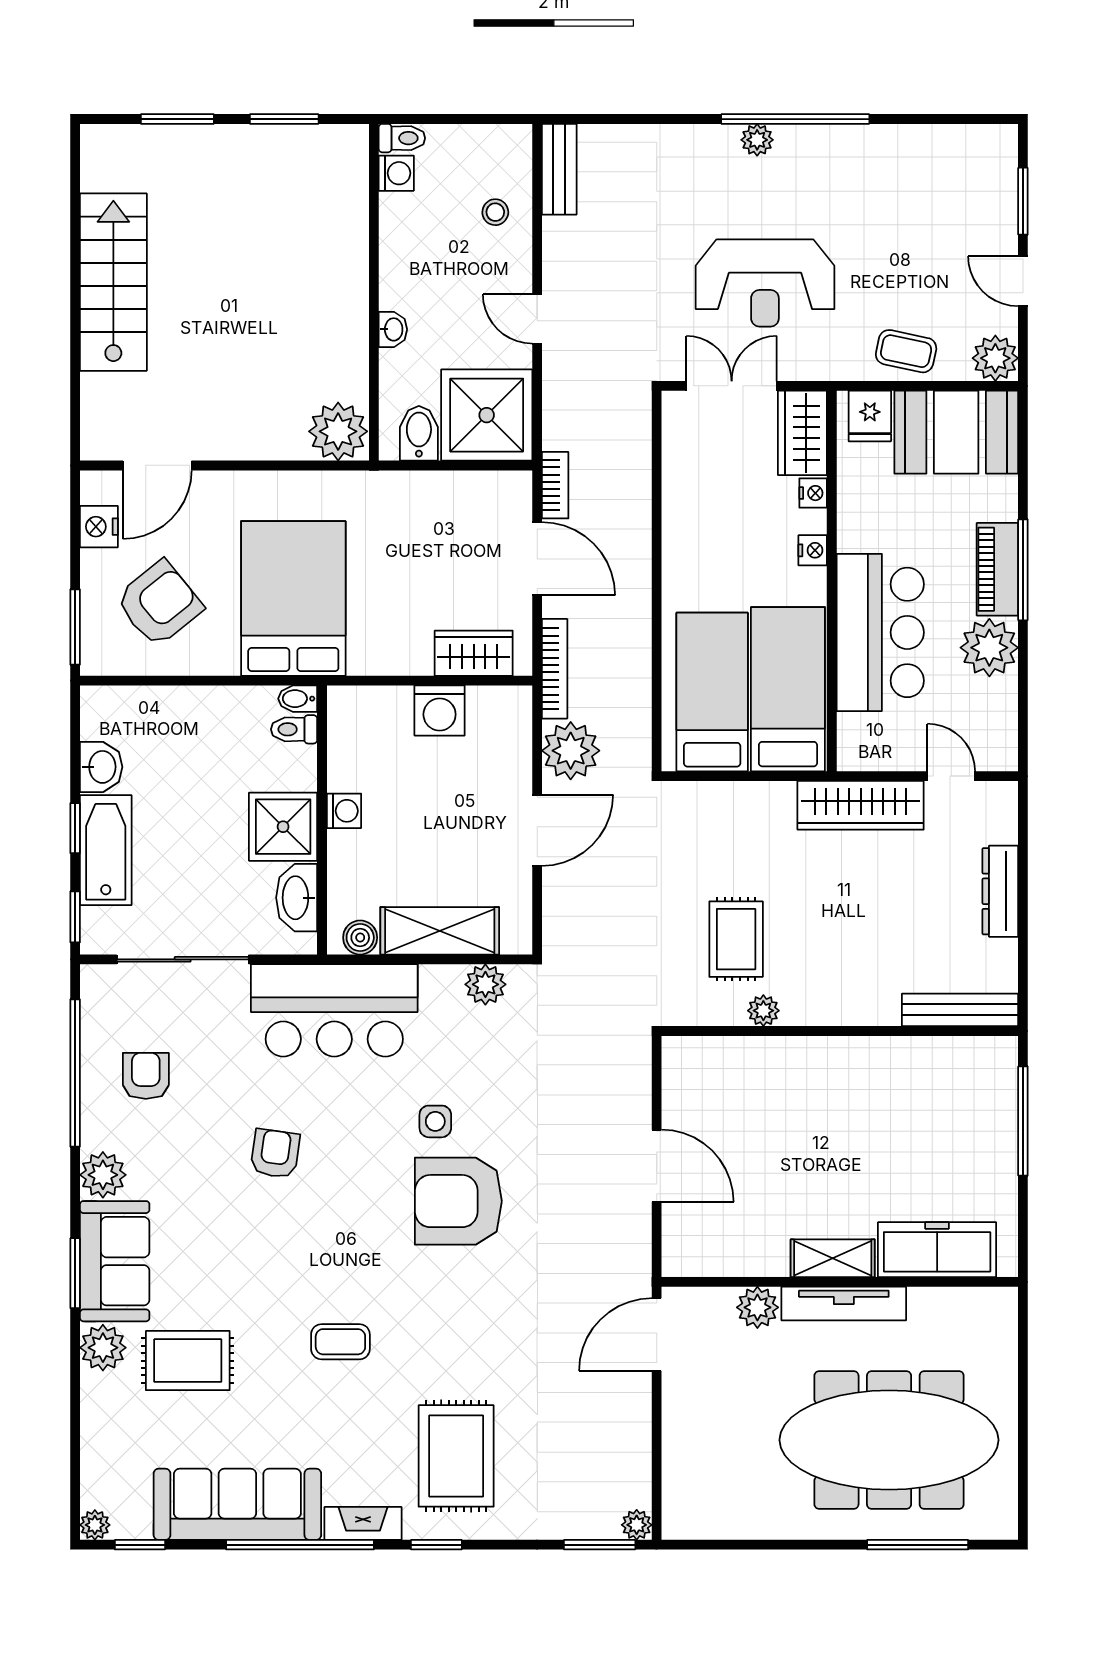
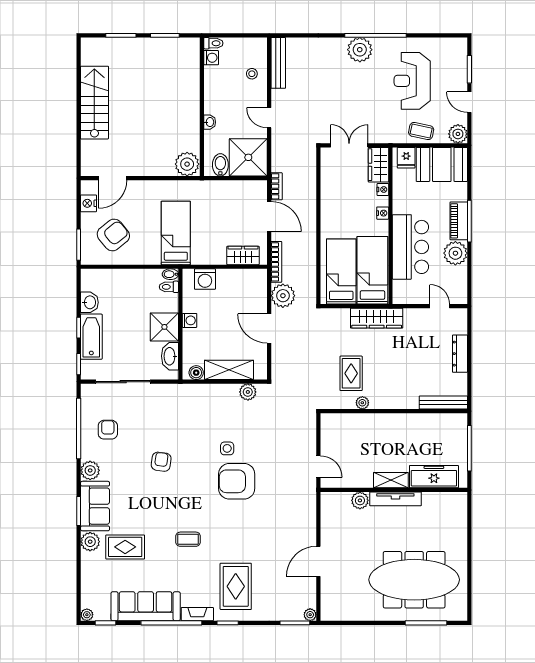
plant: (757, 140) -> (360, 50), width x1.88, depth x1.88
bench: (559, 169) -> (278, 63), width x1.36
reception desk: (765, 283) -> (412, 81), moved, turned 90
bed: (293, 598) -> (176, 233), width x0.67
washing machine: (440, 710) -> (205, 279), moved
wardrobe: (861, 805) -> (377, 318), moved
door: (537, 830) -> (269, 328), swing flipped
bar counter: (334, 1010) -> (186, 403), removed
door: (657, 1166) -> (318, 467), width x0.73
freezer: (937, 1250) -> (434, 477), moved
shelving: (833, 1258) -> (391, 480), moved
wall: (840, 1282) -> (394, 490), moved
tv unit: (844, 1304) -> (395, 499), moved
plant: (757, 1307) -> (360, 500), moved
door: (657, 1335) -> (318, 561), moved

